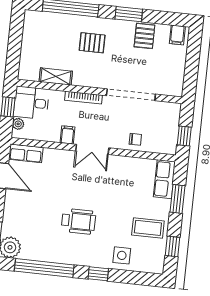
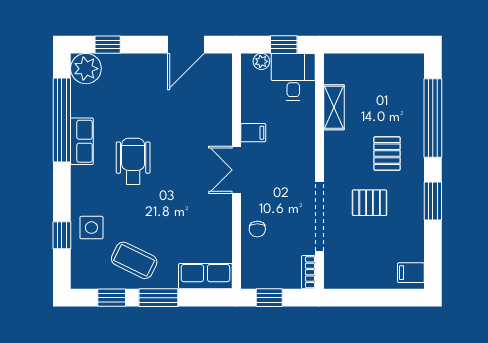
pallet: (144, 36) -> (370, 203), moved
bookcase: (84, 98) -> (308, 272), moved, width x0.64
row of seats: (26, 153) -> (82, 141), moved, turned 180
window: (178, 199) -> (158, 298), moved
wheelchair: (78, 221) -> (133, 161), turned 180
coffee table: (148, 228) -> (134, 260), turned -64
window: (98, 274) -> (62, 235), moved

